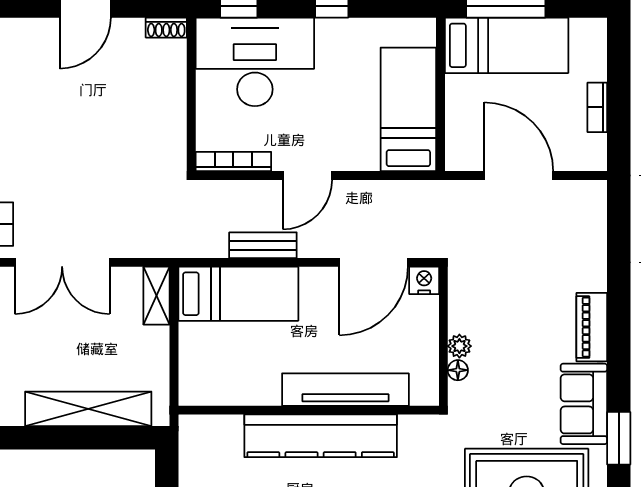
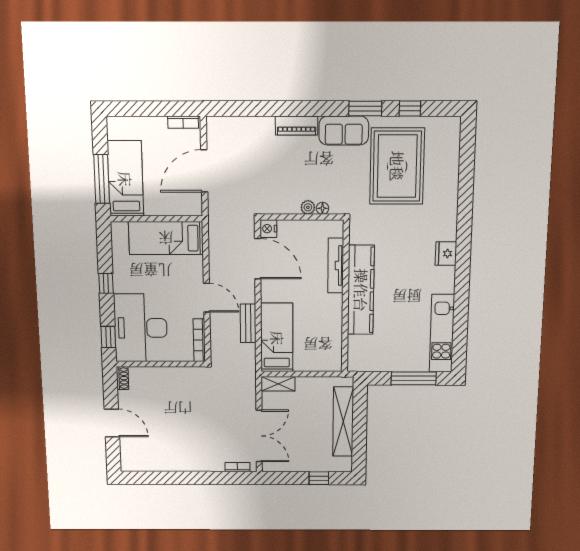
bookcase: (597, 107) -> (183, 122), moved
tv unit: (345, 390) -> (336, 266), width x0.73, depth x0.78

